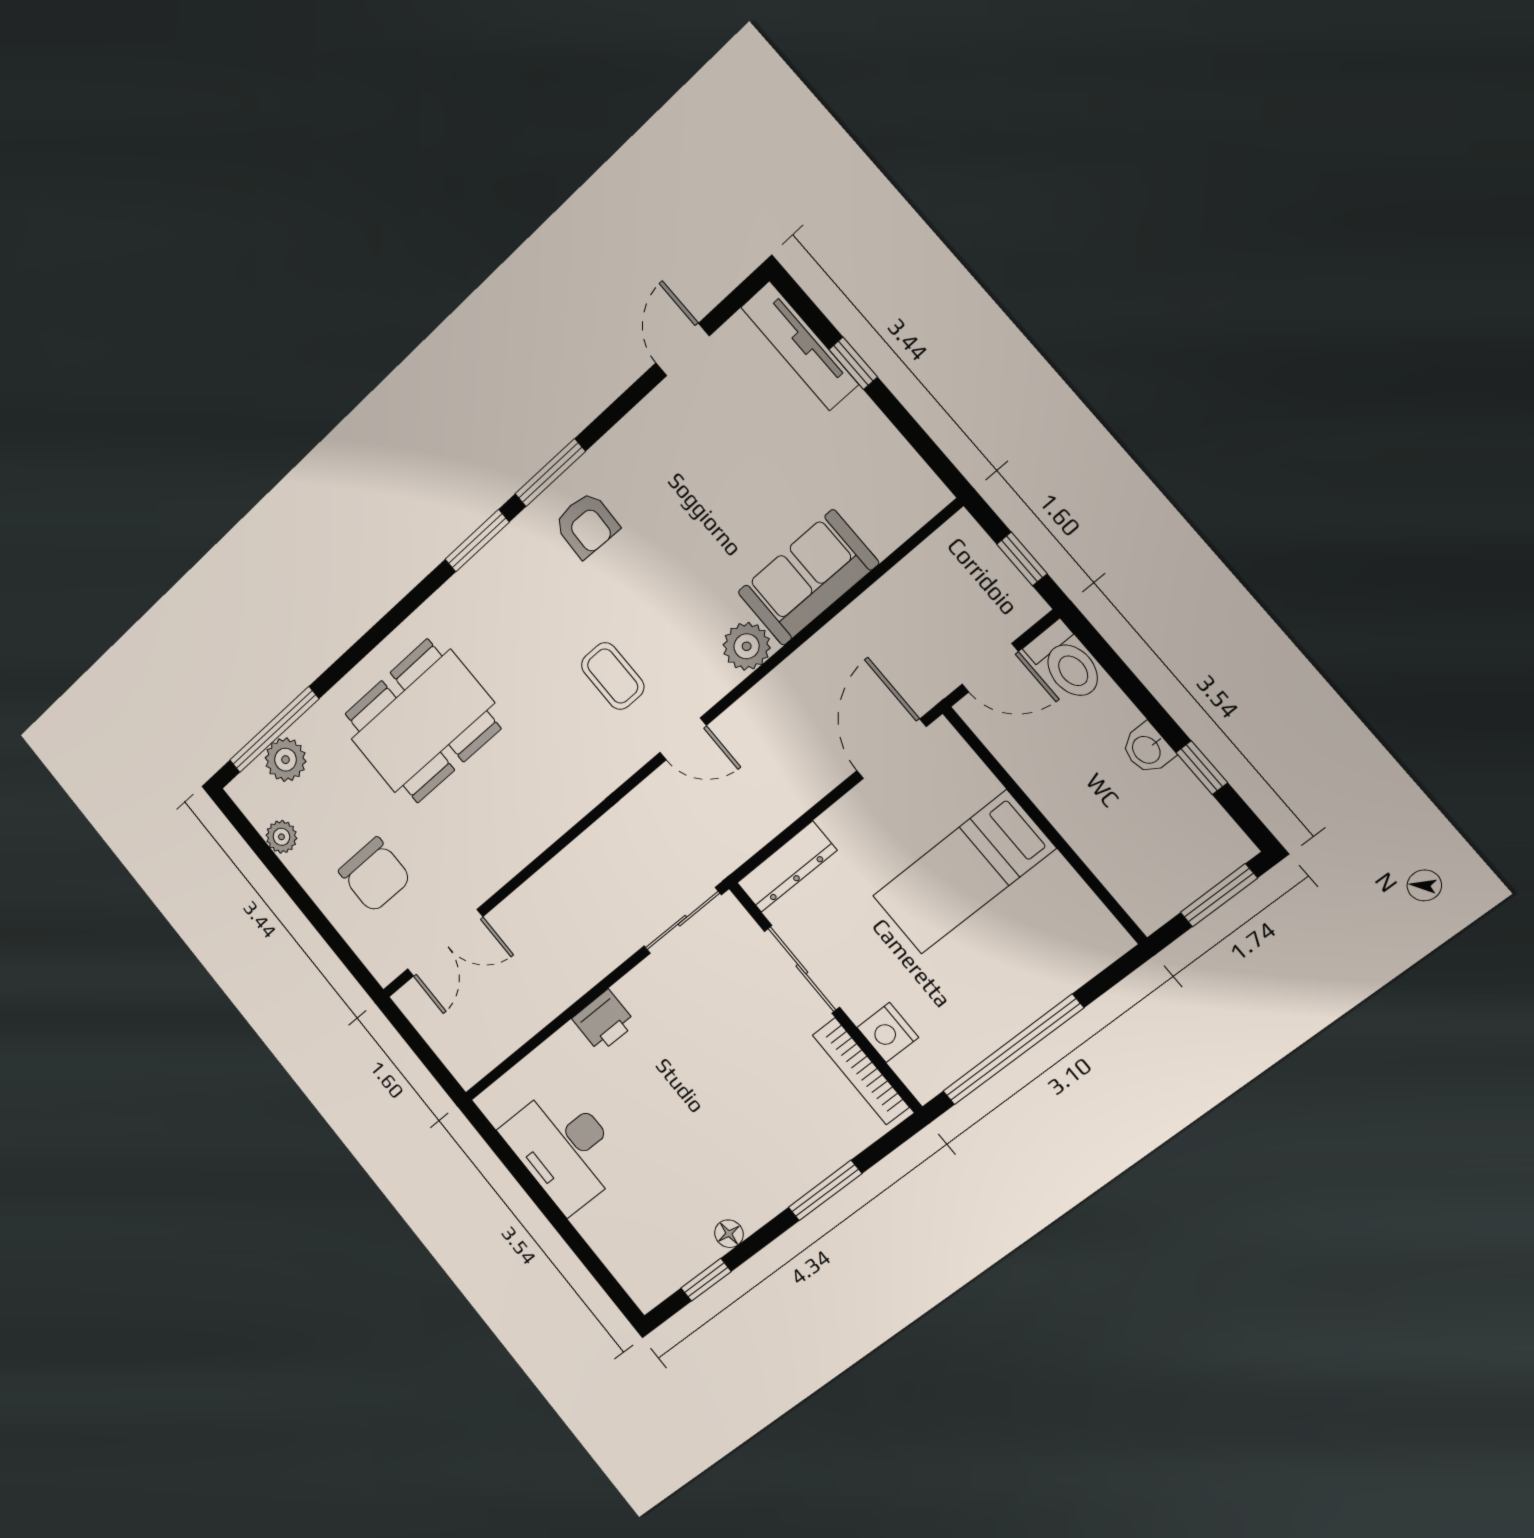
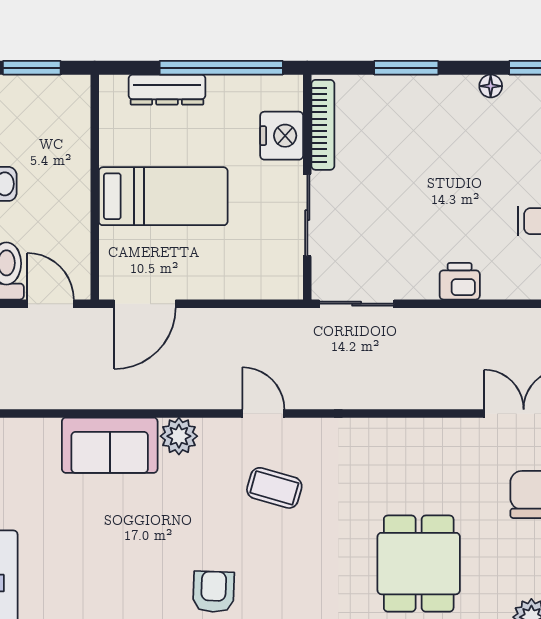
coffee table: (613, 676) -> (274, 488), turned -74
dining table: (422, 721) -> (419, 564), width x0.73
dresser: (787, 867) -> (167, 90), moved, turned 180
nightstand: (888, 1032) -> (282, 136), width x1.36, depth x1.33

